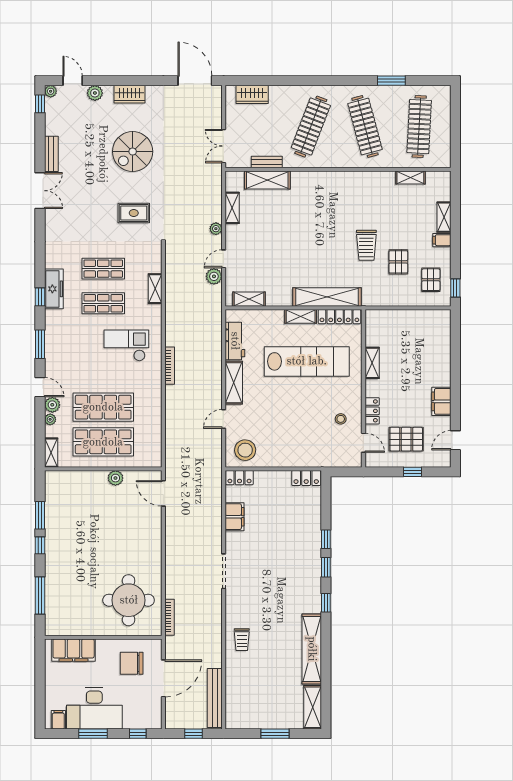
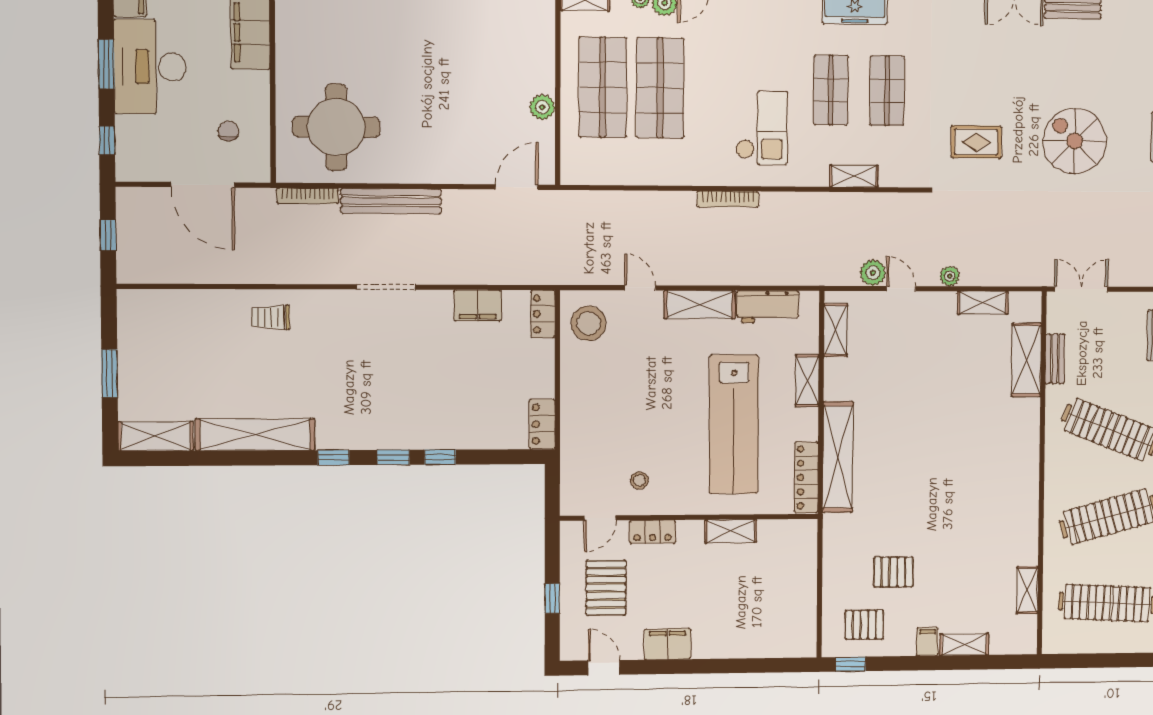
rug: (134, 213) -> (976, 142), turned 90
trolley: (366, 245) -> (920, 520), removed
shelving: (301, 316) -> (807, 381), moved
chair: (132, 663) -> (228, 131), width x0.54, depth x0.54
bench: (215, 698) -> (391, 201), moved

